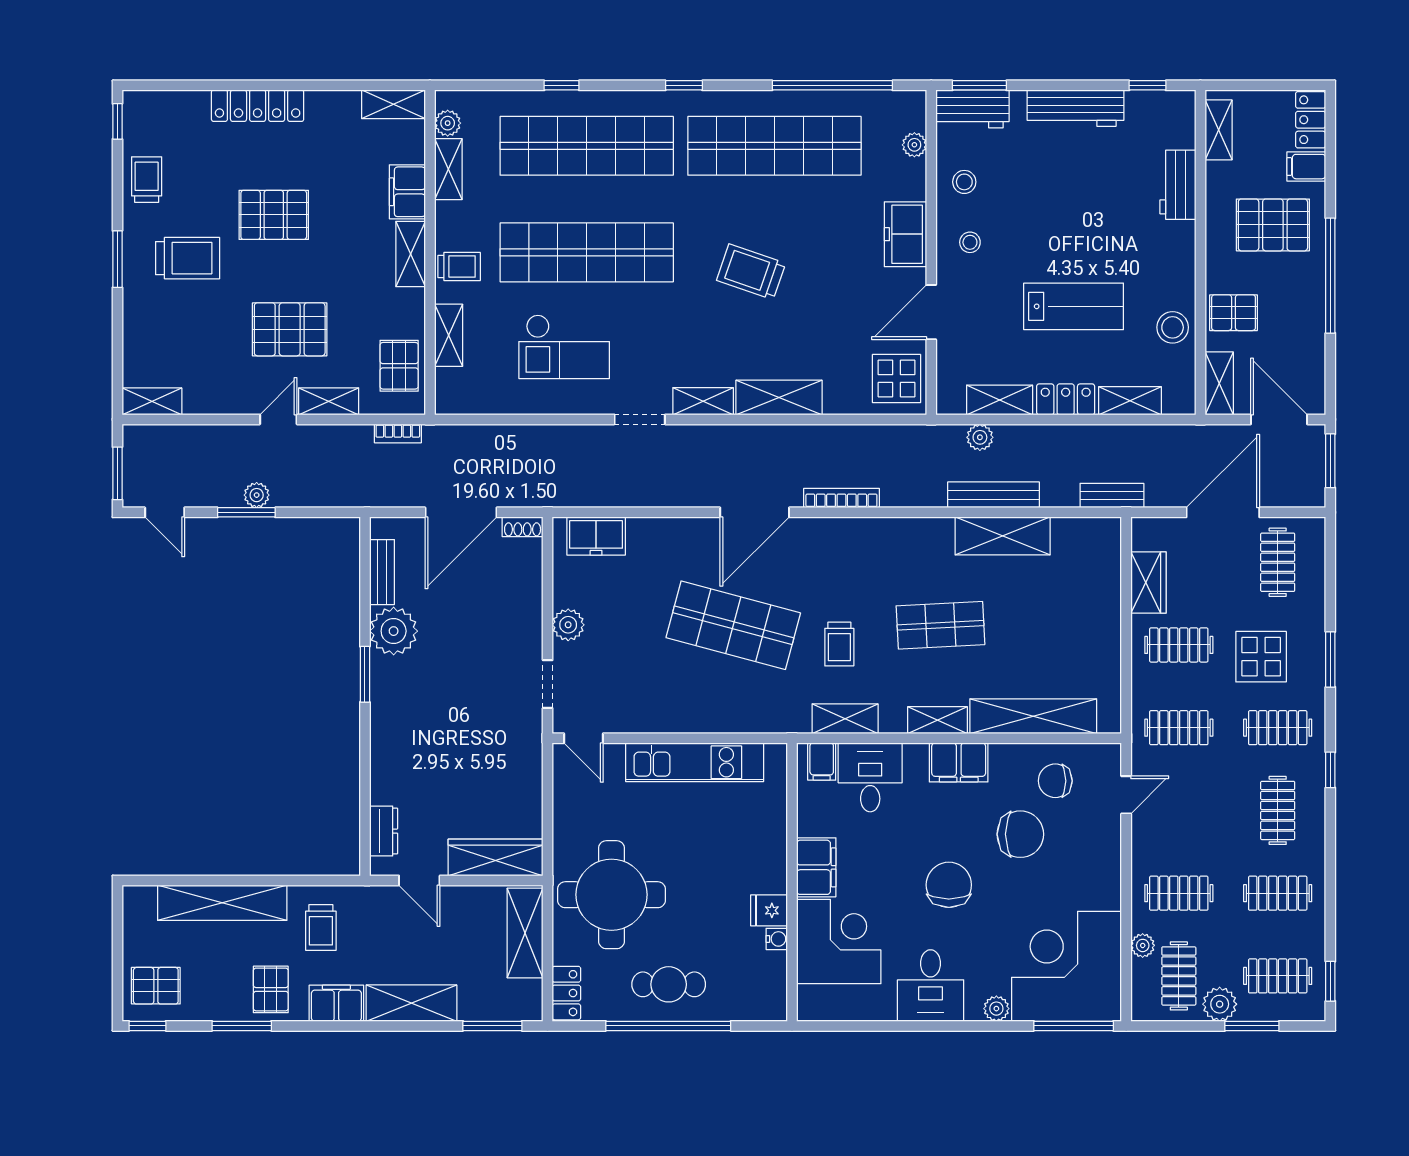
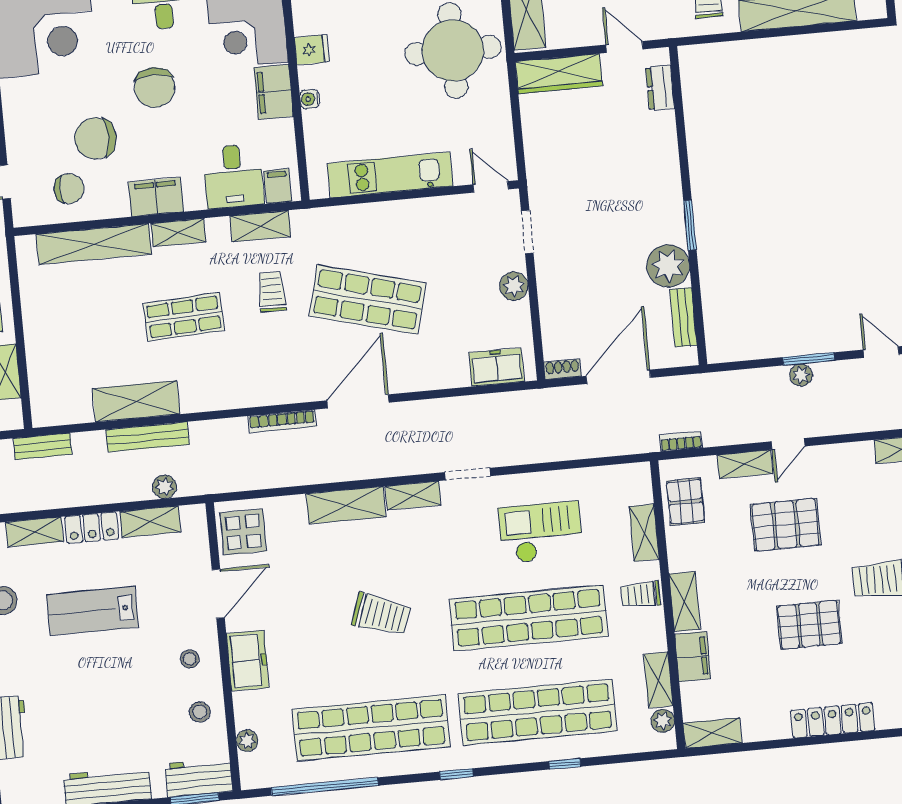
water cooler: (777, 939) -> (310, 99), moved

